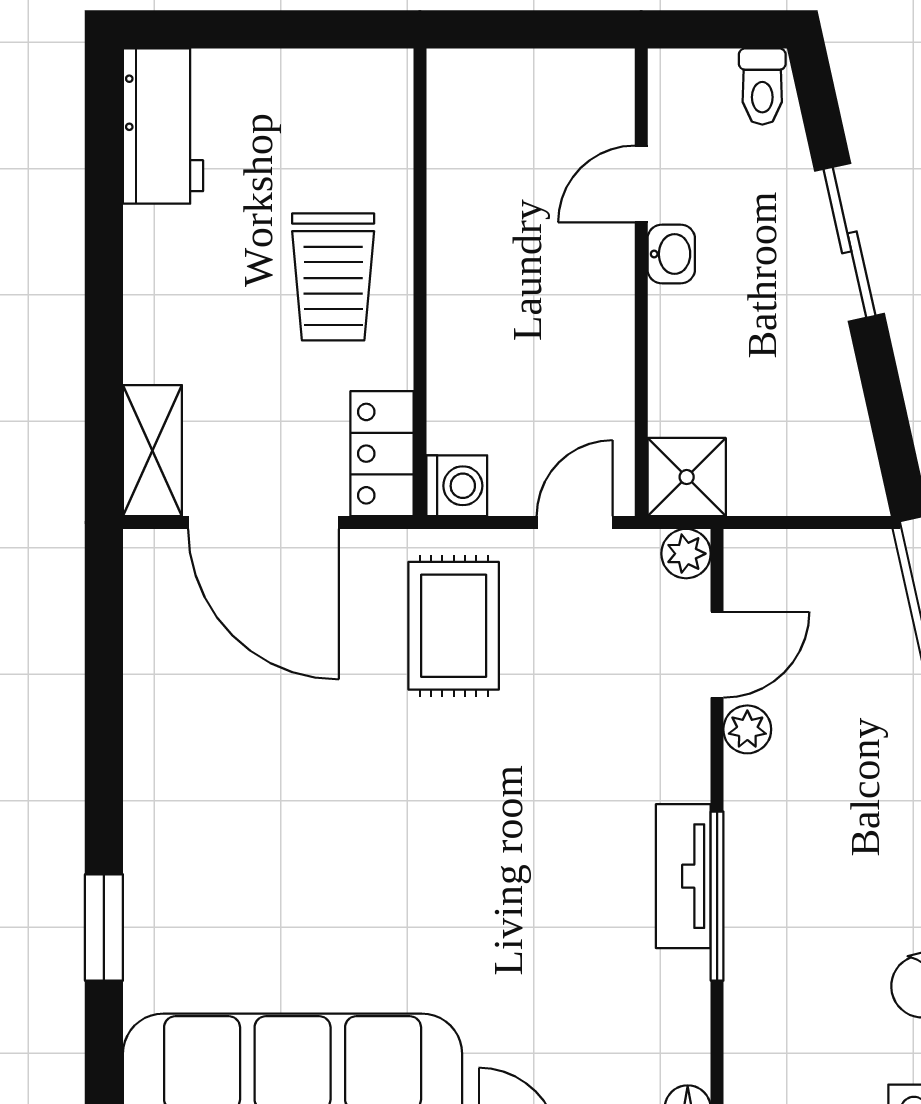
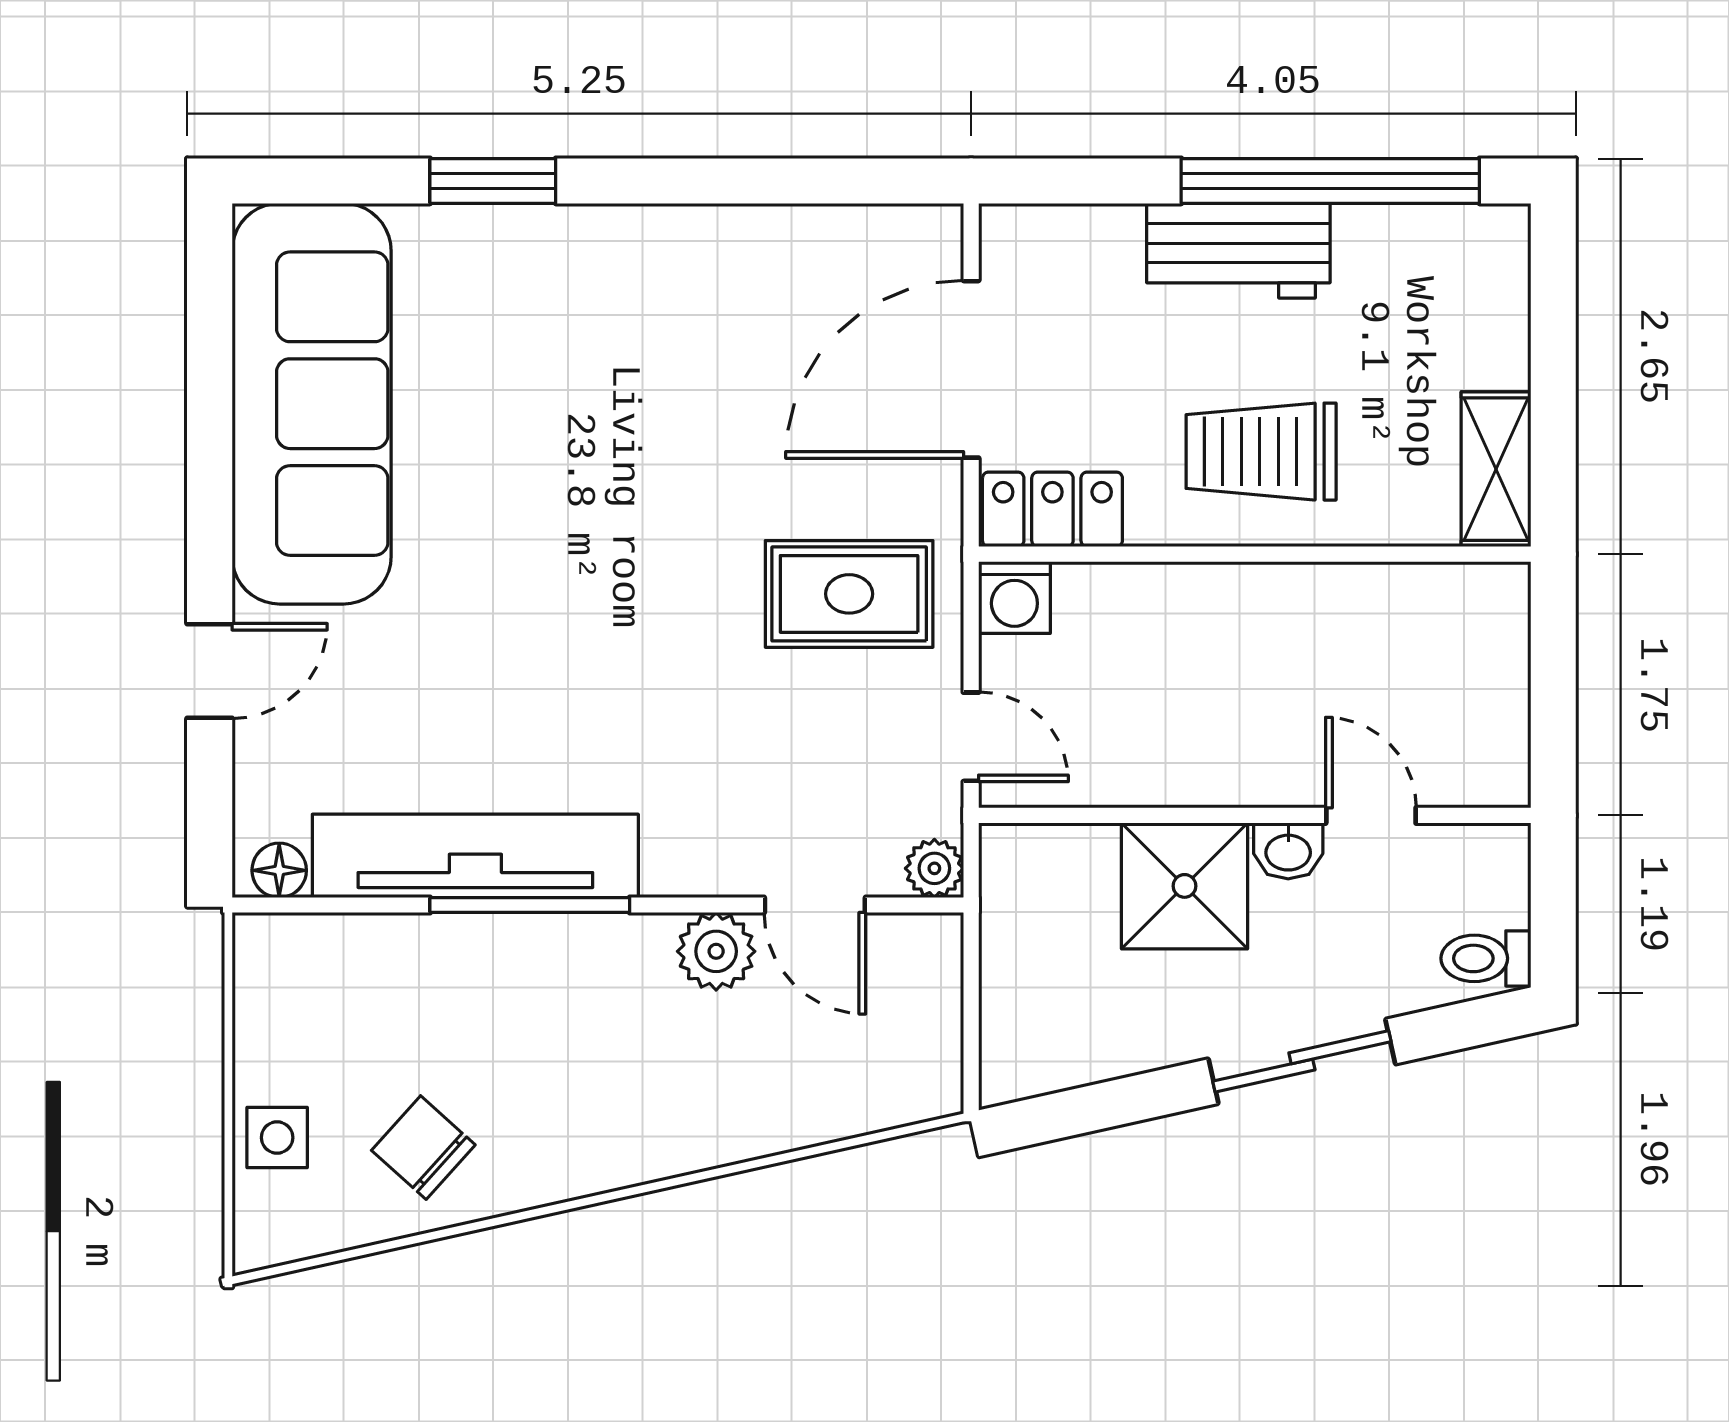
workbench: (163, 126) -> (1238, 251), moved
window: (104, 218) -> (1330, 181), added
shelving: (152, 451) -> (1496, 469), moved, turned 90
shower: (687, 477) -> (1185, 886), moved, width x1.36, depth x1.36
plant: (747, 729) -> (716, 951), width x1.38, depth x1.38
tv unit: (683, 876) -> (475, 856), width x1.92, depth x1.29

